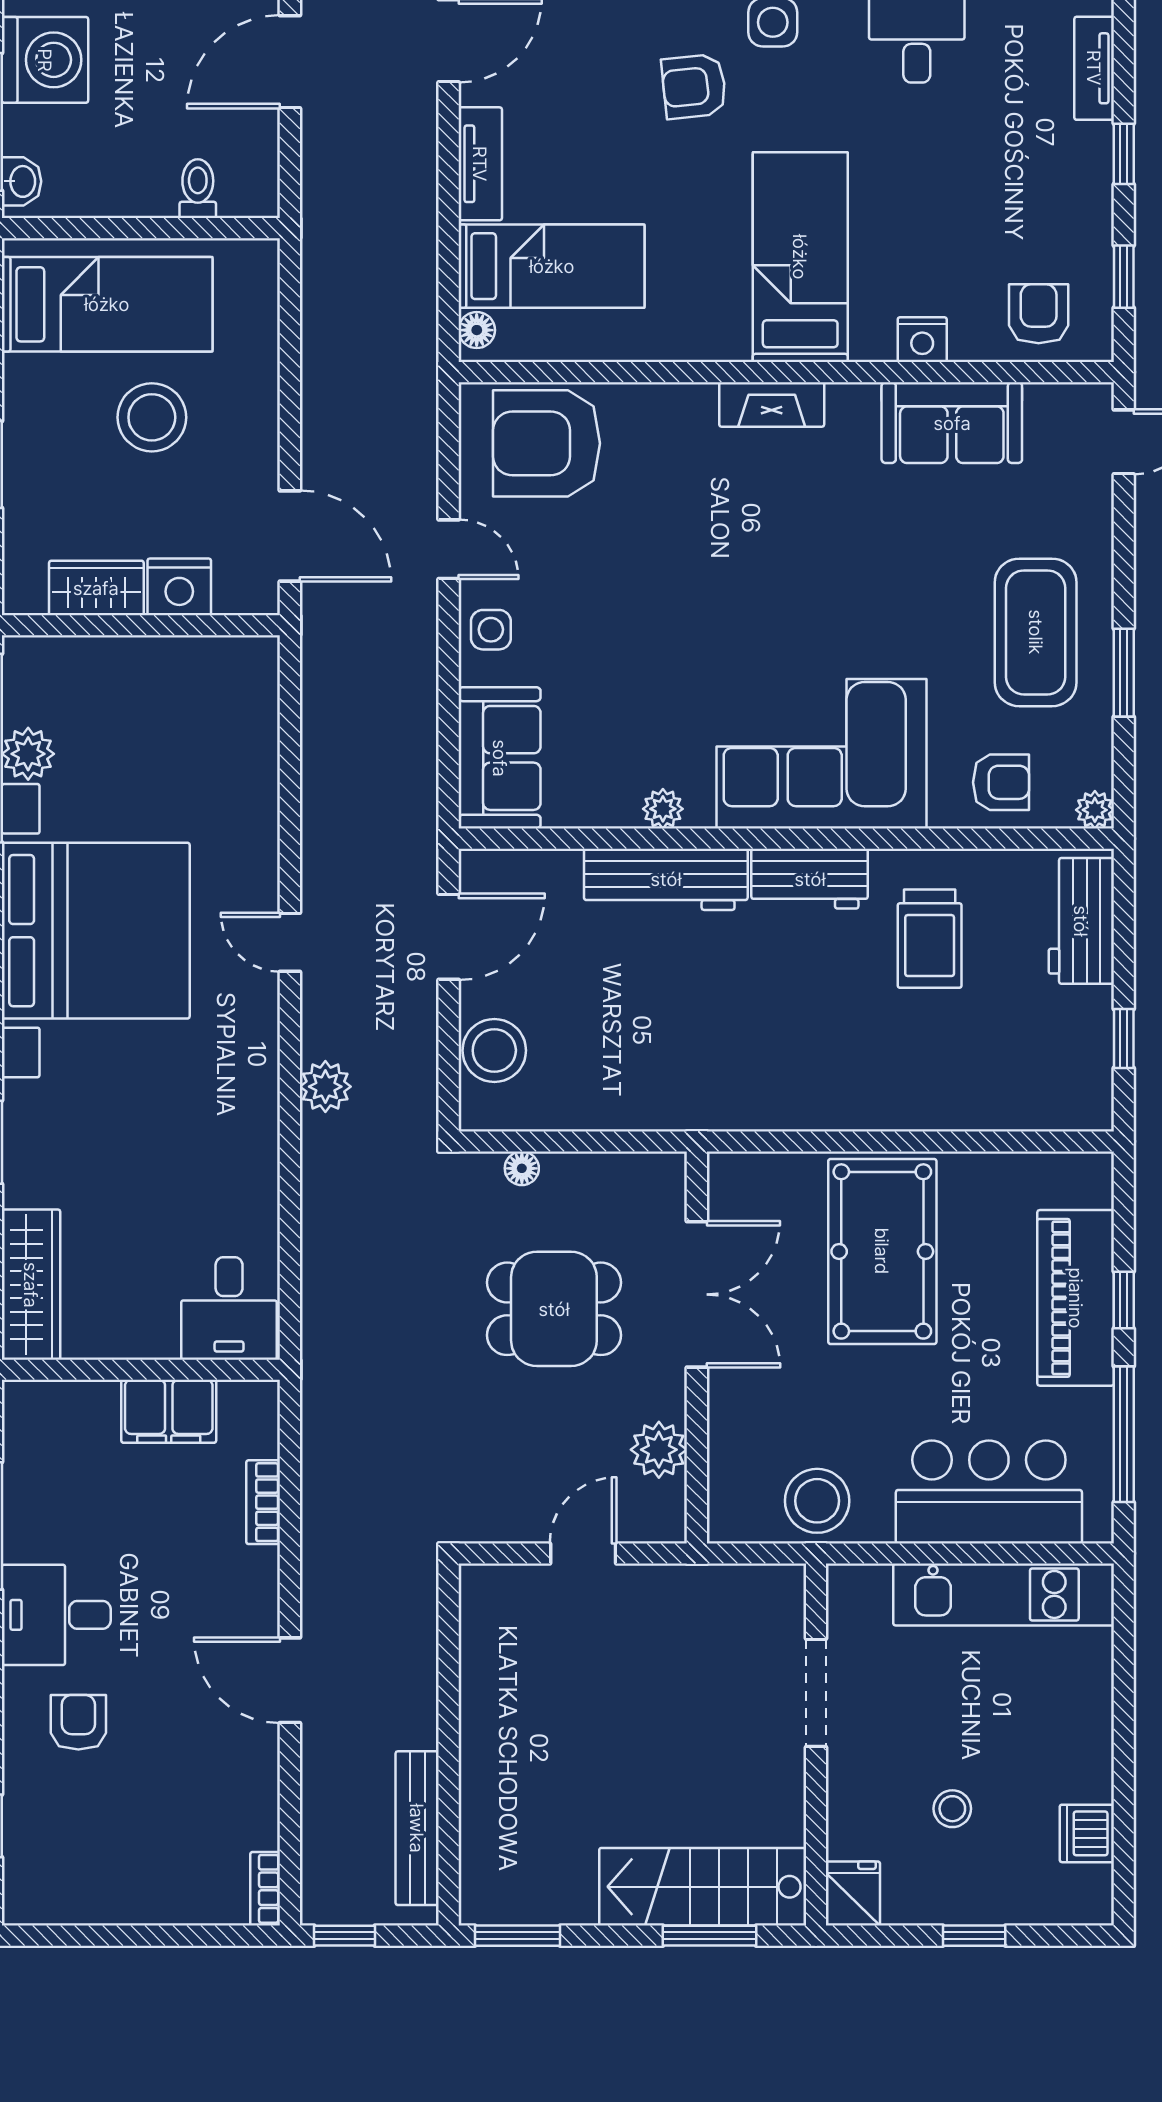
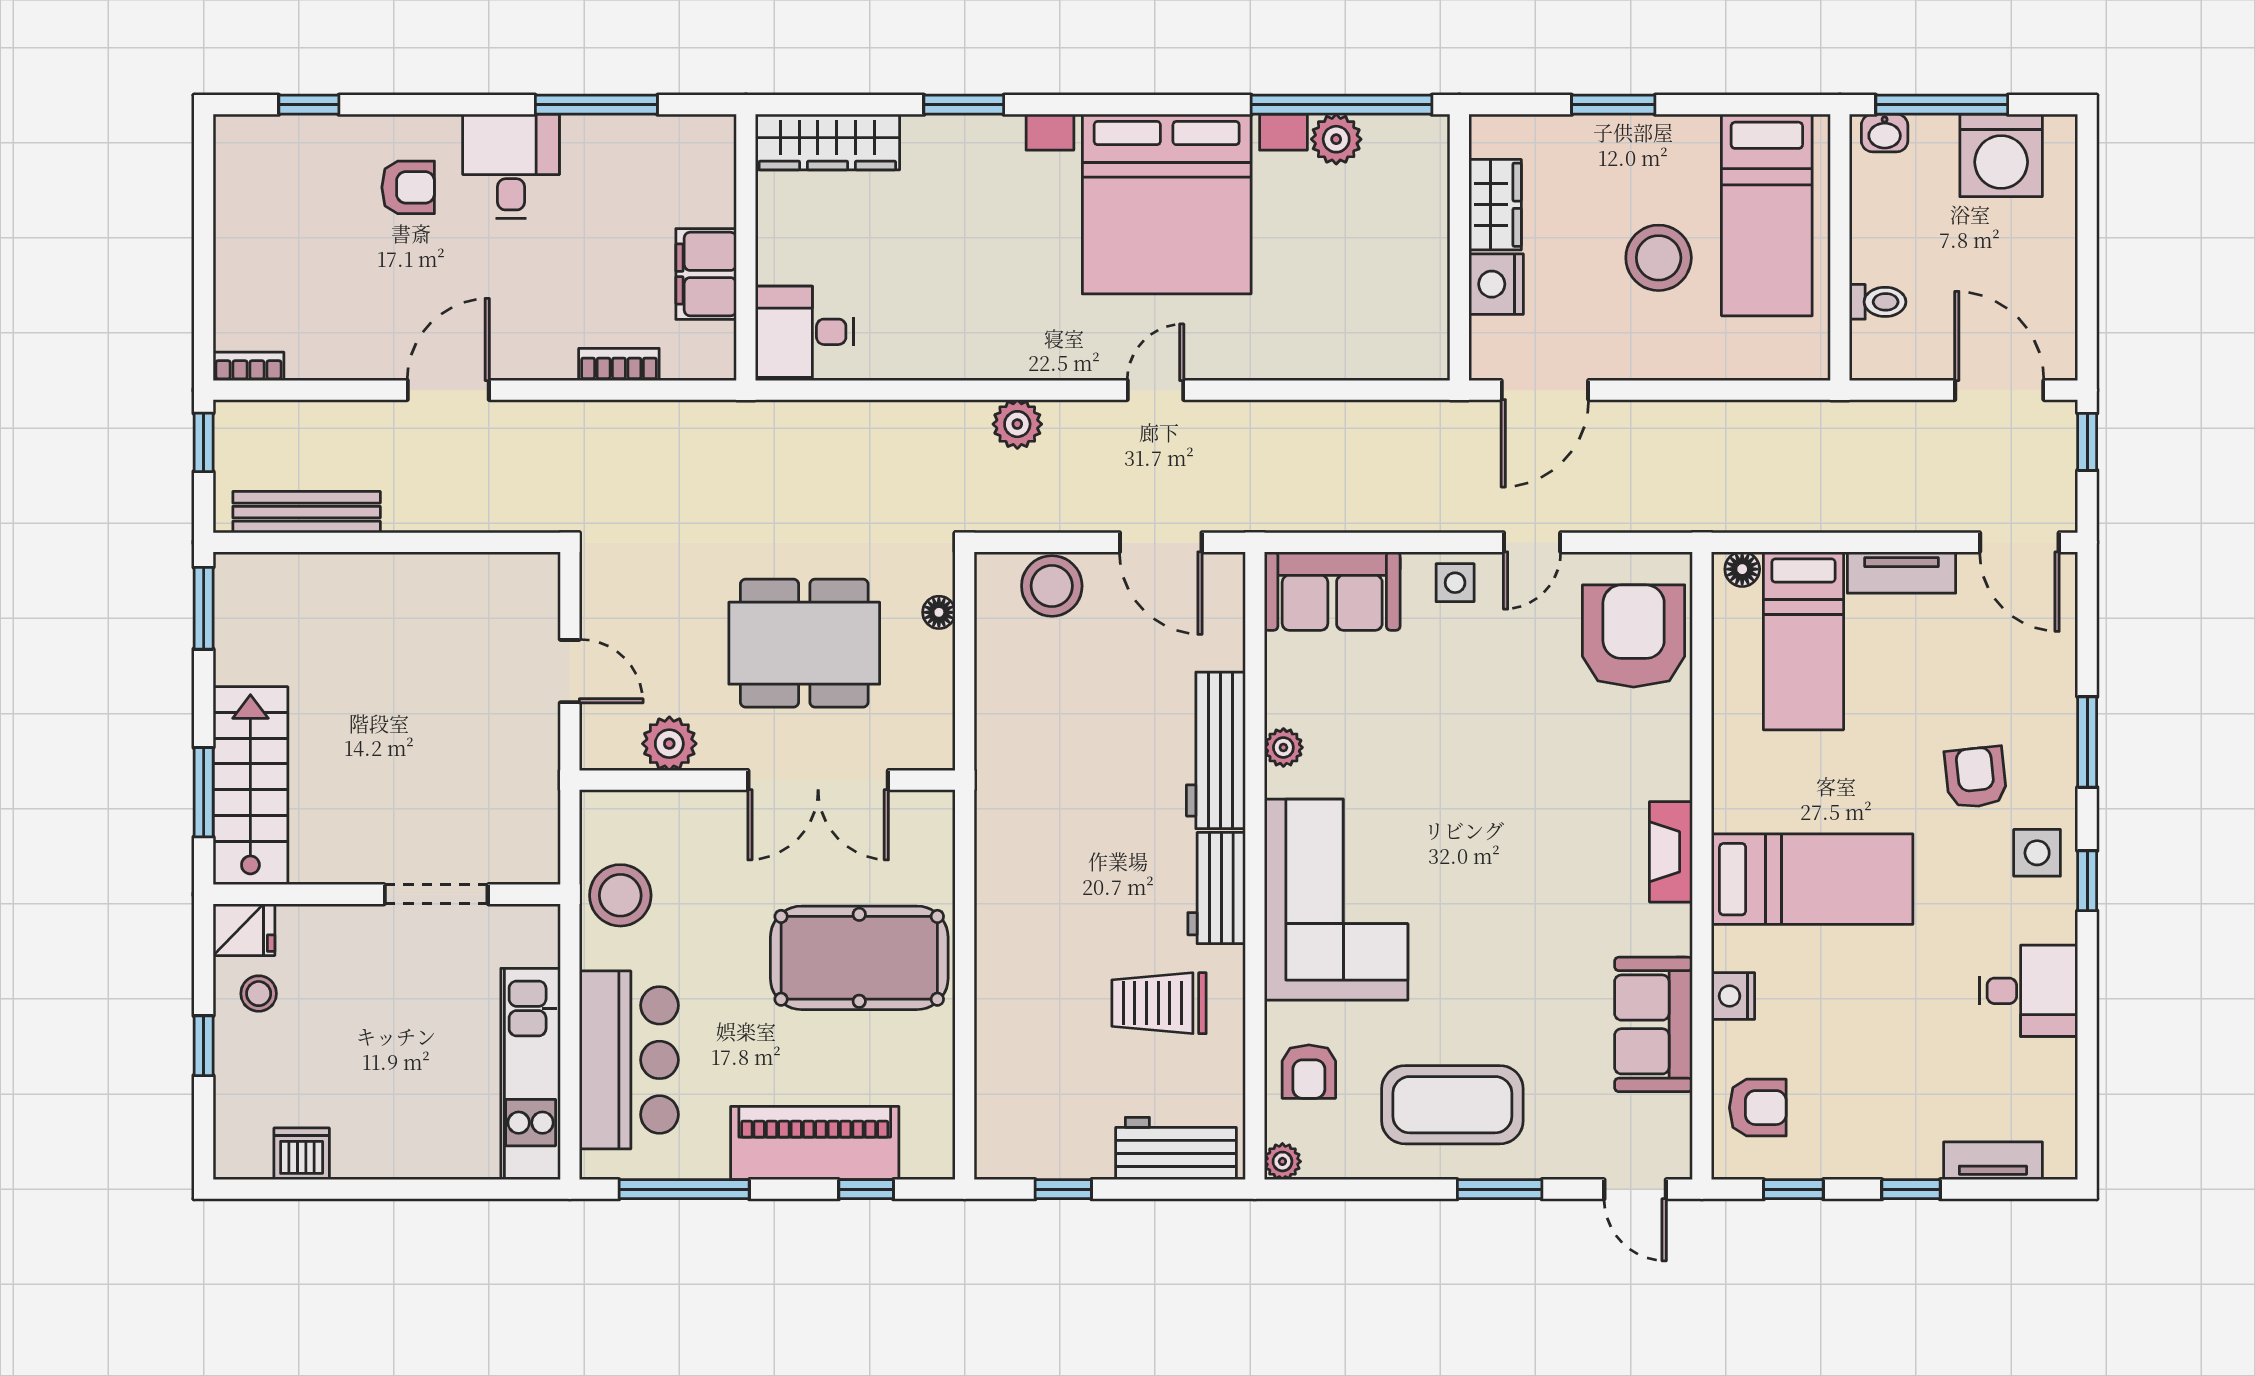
window: (1124, 673) -> (1500, 1189), moved
window: (1124, 1300) -> (866, 1189), moved
dining table: (554, 1309) -> (804, 643), width x1.38
stool: (952, 1809) -> (259, 994), moved

